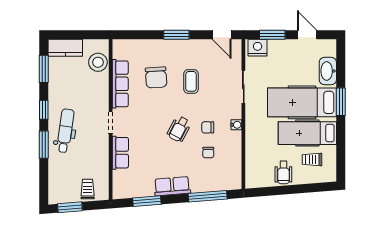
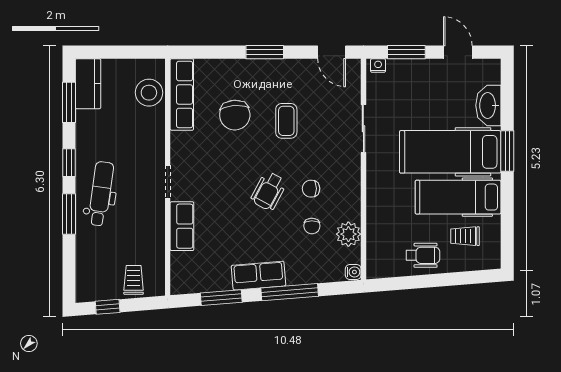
kitchen counter: (65, 48) -> (88, 84), moved, turned -90
nightstand: (258, 48) -> (378, 66), width x0.53, depth x0.56
row of seats: (120, 84) -> (182, 94), moved
water cooler: (236, 125) -> (353, 272), moved
plant: (233, 158) -> (348, 234), added
wheelchair: (283, 172) -> (423, 255), turned -90
window: (208, 196) -> (290, 292), moved
window: (70, 207) -> (108, 307), width x0.67

